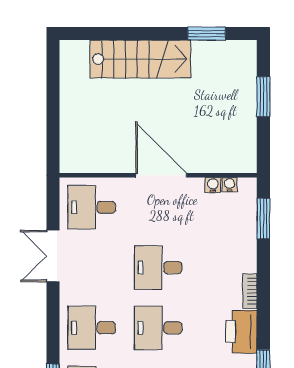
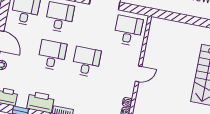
door: (161, 175) -> (139, 74), width x0.53

